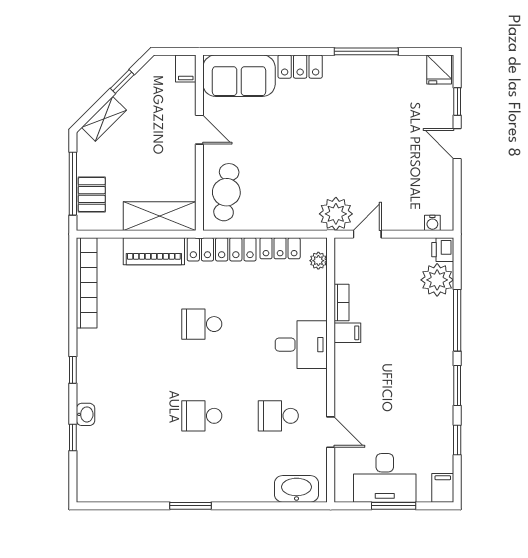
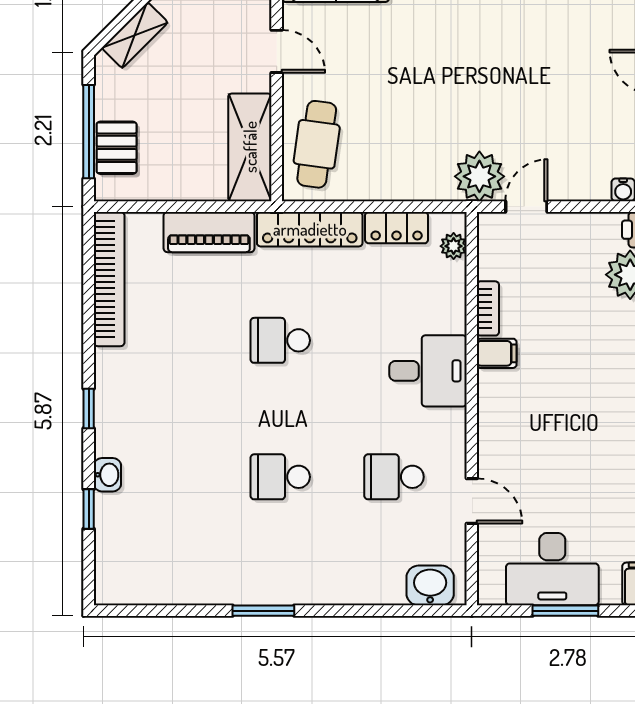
shelving: (160, 216) -> (250, 147), moved, turned 90
washbasin: (296, 489) -> (430, 585), width x0.72

